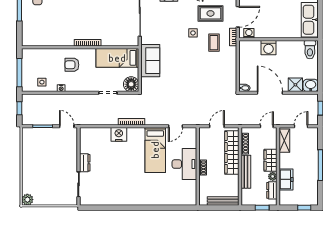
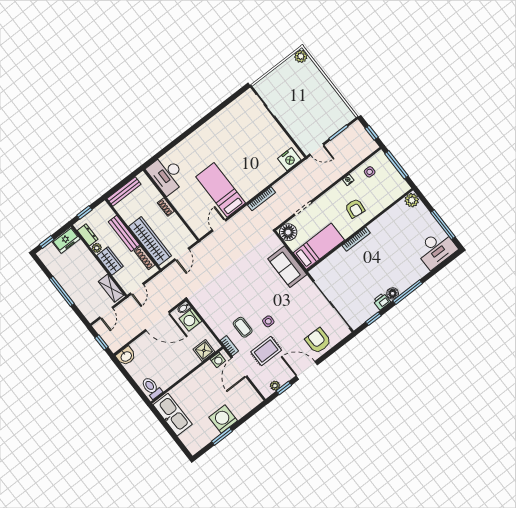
plant: (28, 40) -> (412, 200), added
washing machine: (269, 48) -> (190, 320), moved, turned -90
armchair: (72, 65) -> (355, 208), turned 97
shower: (295, 85) -> (204, 350), moved
nightstand: (119, 134) -> (289, 159), moved
dresser: (85, 163) -> (275, 129), removed
desk: (184, 164) -> (167, 174), moved
freezer: (286, 179) -> (66, 240), moved, turned -90

